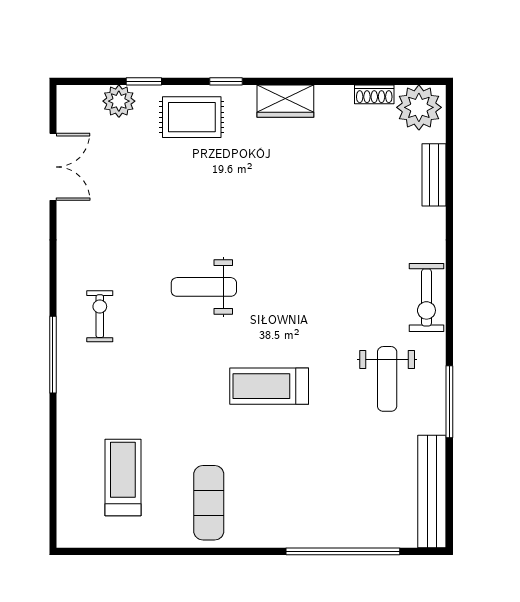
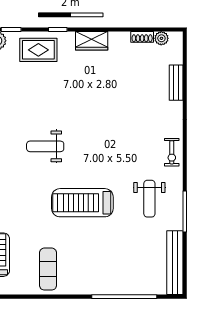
plant: (419, 107) -> (161, 38), width x0.53, depth x0.53
exercise bike: (426, 297) -> (172, 152), width x0.73, depth x0.72
treadmill: (269, 386) -> (82, 203), width x1.37, depth x1.38

